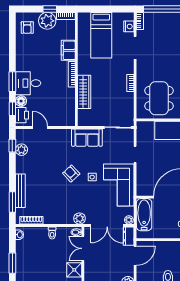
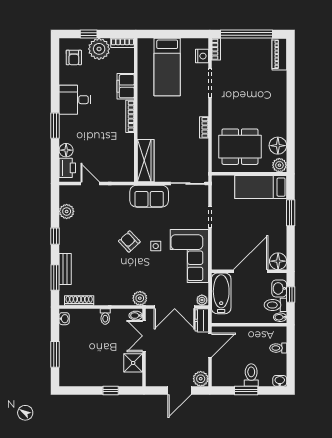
window: (50, 9) -> (89, 34), moved
desk: (28, 83) -> (75, 100), moved
wardrobe: (84, 92) -> (146, 161), moved
dining table: (159, 98) -> (240, 147), turned 90
window: (12, 109) -> (55, 160), removed
window: (12, 146) -> (55, 236), moved
bench: (20, 191) -> (65, 269), width x0.73

